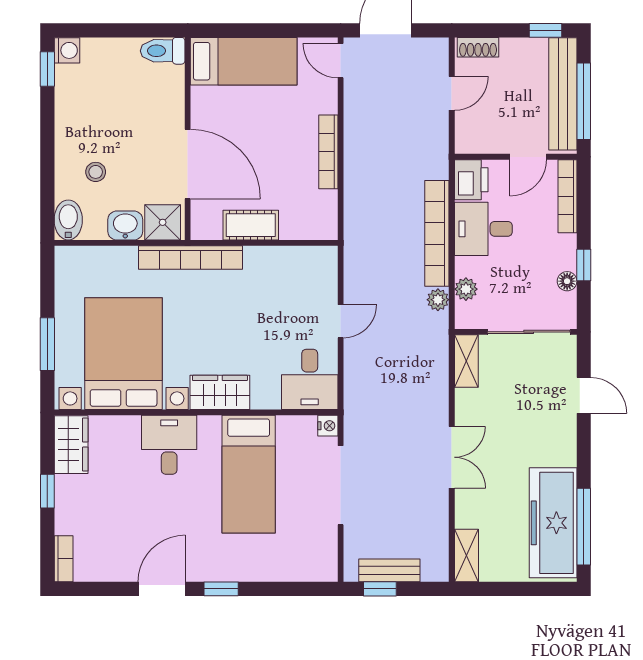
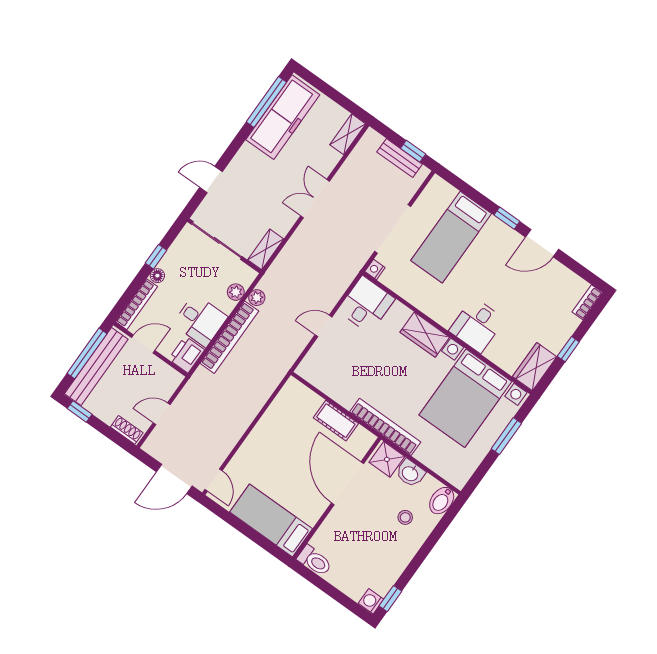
bookcase: (328, 152) -> (259, 431), removed
floor lamp: (567, 281) -> (157, 276), moved
door: (584, 395) -> (211, 180), hinge flipped
bed: (249, 474) -> (451, 237), moved, turned 180

